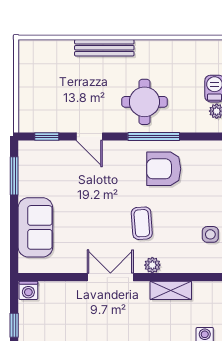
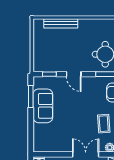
bench: (104, 48) -> (61, 23), moved
sofa: (35, 227) -> (43, 106), moved

